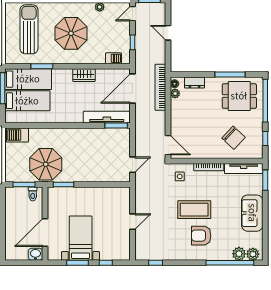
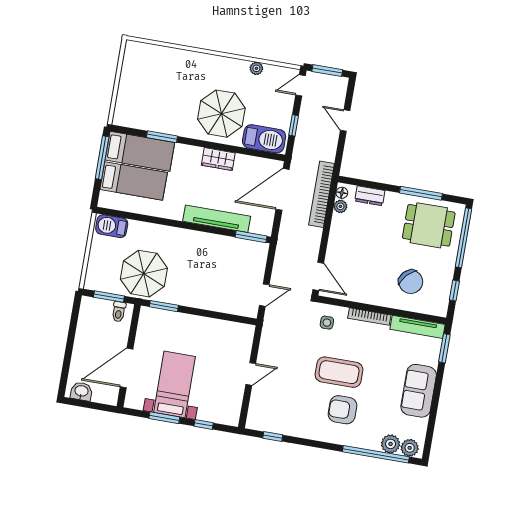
sun lounger: (29, 29) -> (153, 82), removed
parasol: (71, 33) -> (221, 114), moved
barbecue: (114, 58) -> (264, 139), width x1.88, depth x1.53
tv unit: (107, 117) -> (217, 219), moved
washbasin: (35, 254) -> (81, 391), moved

